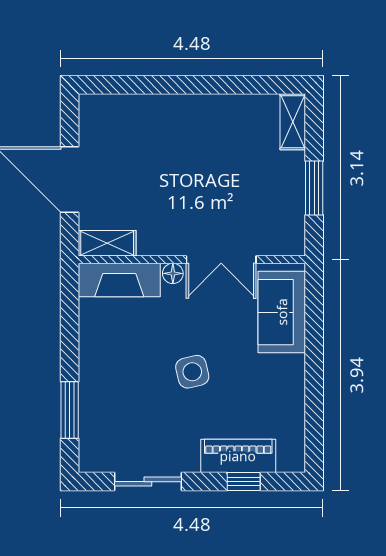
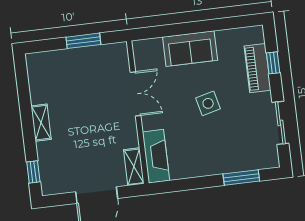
window: (118, 85) -> (33, 172), added
shelving: (293, 122) -> (41, 123), moved, turned 90
floor lamp: (173, 273) -> (148, 123), removed
sofa: (282, 312) -> (190, 49), moved

